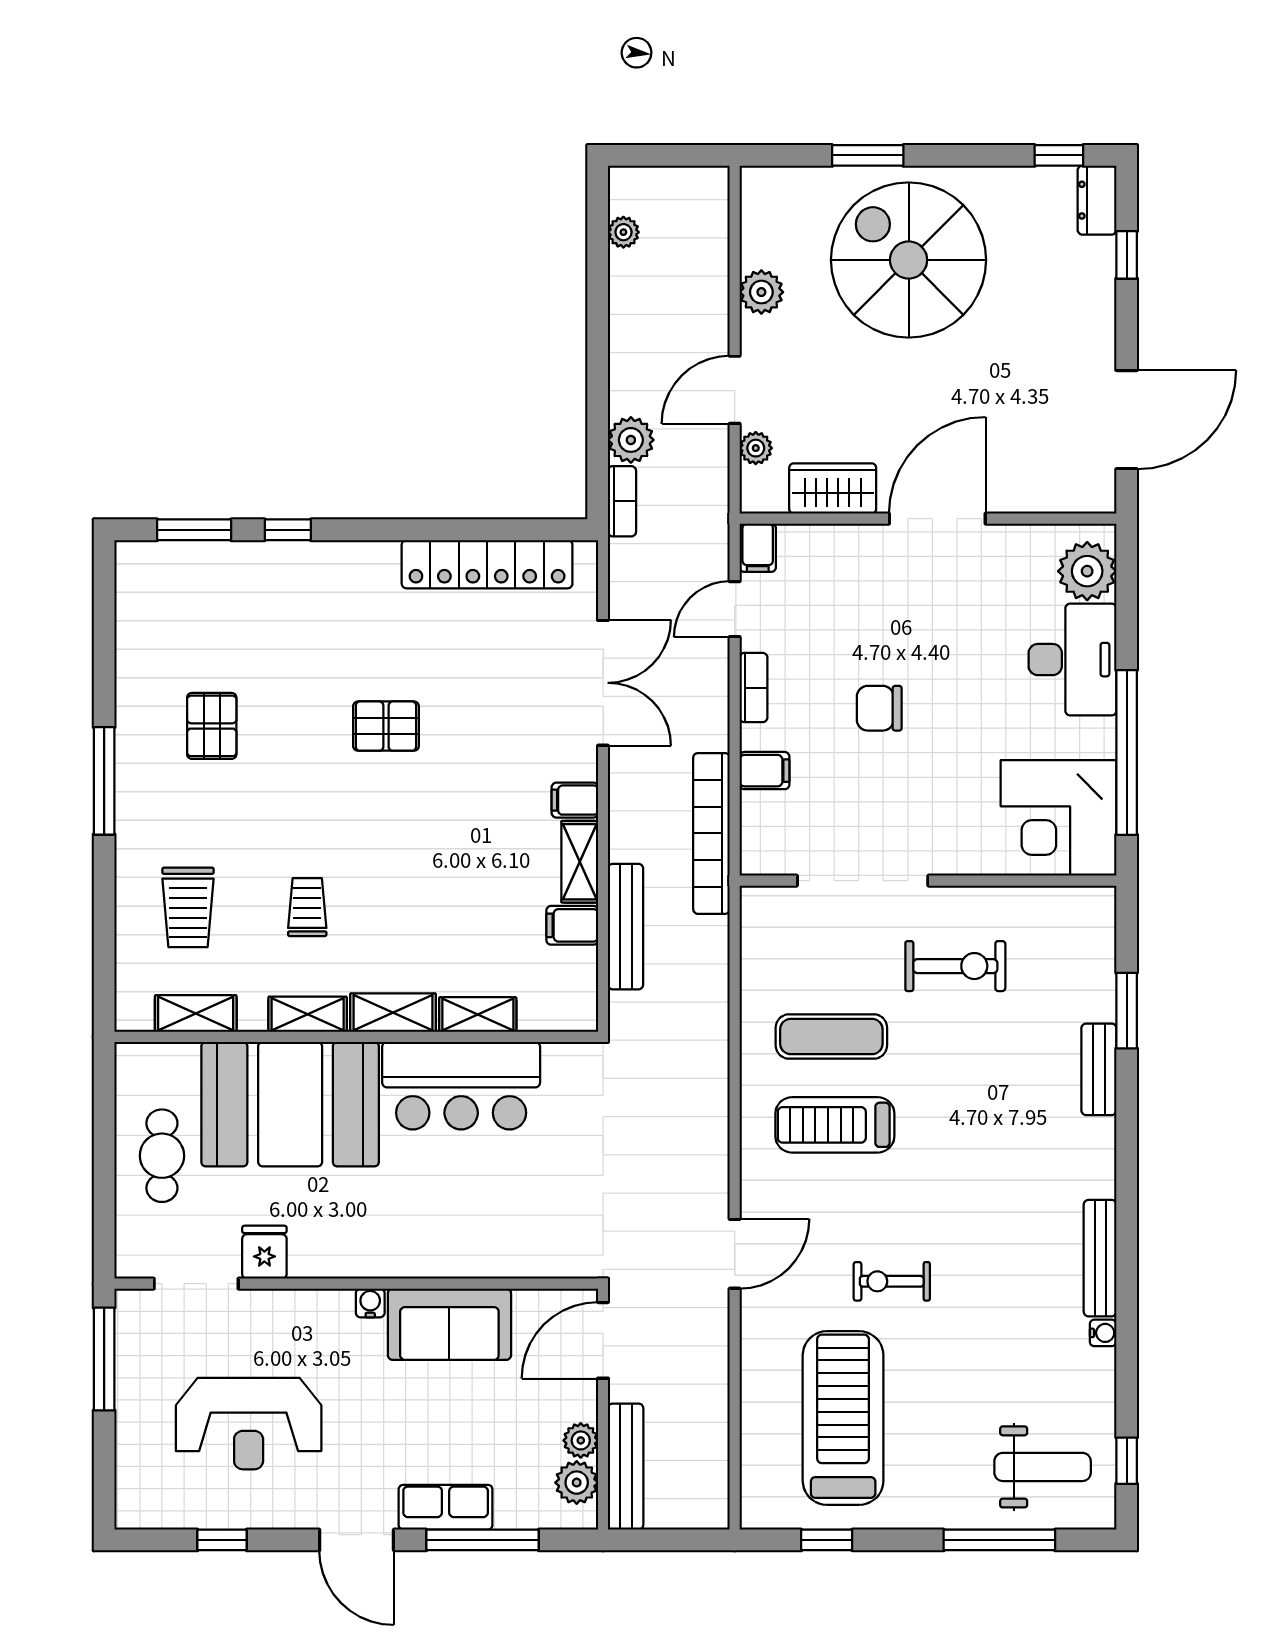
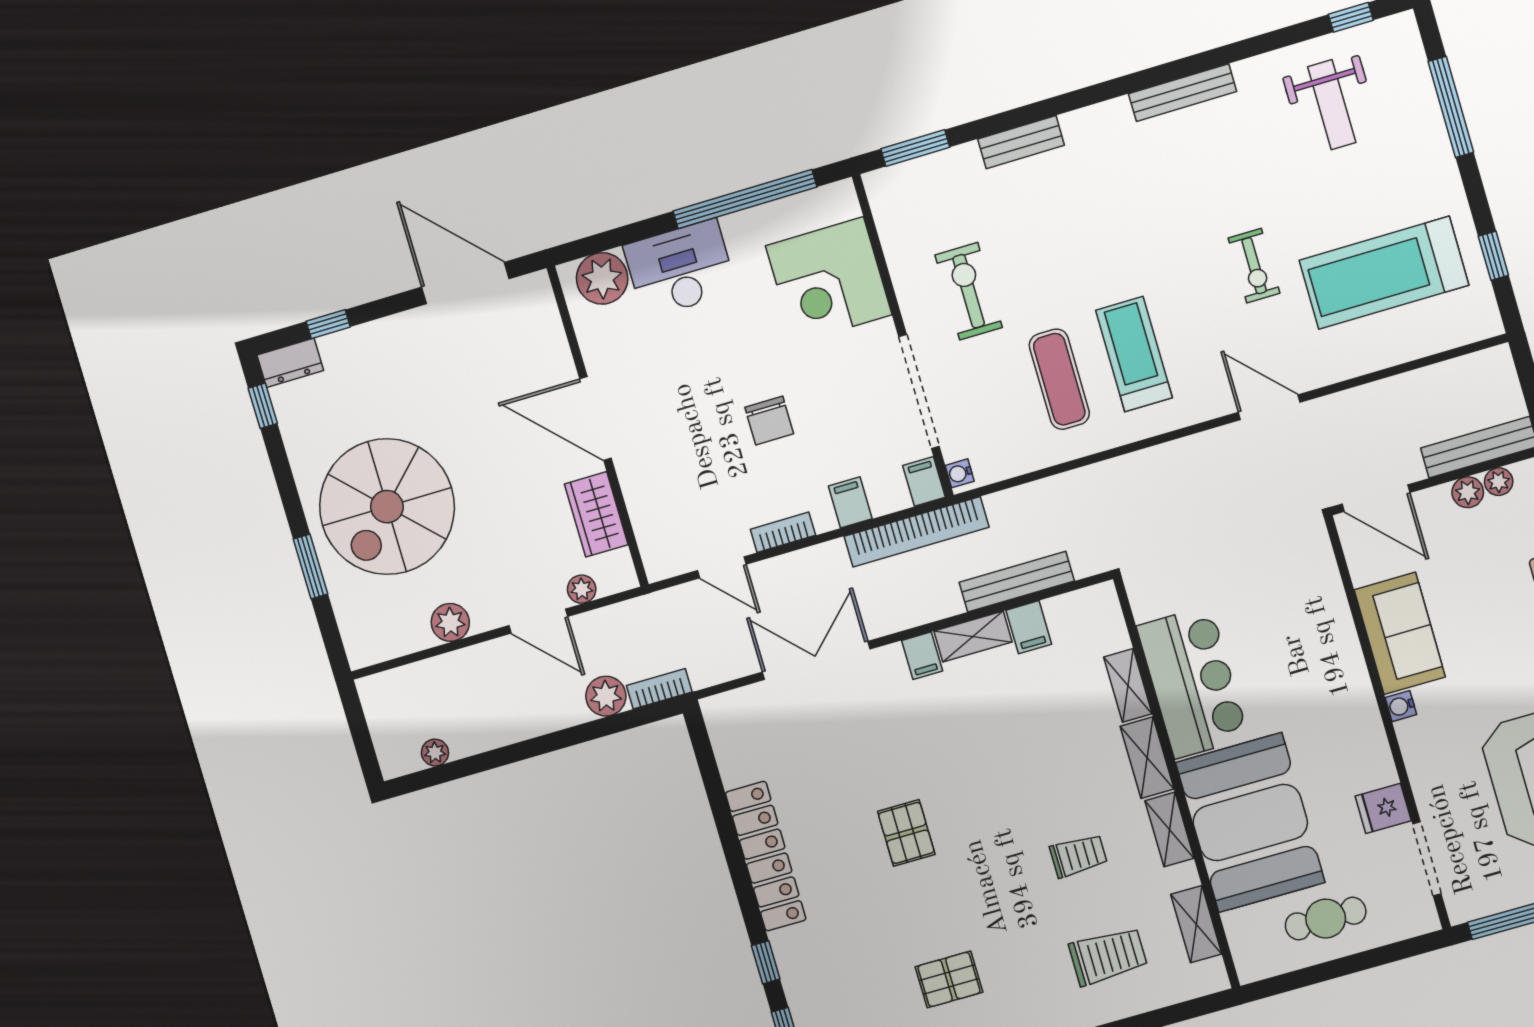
filing cabinet: (758, 548) -> (924, 481), moved, turned -90
locker: (487, 564) -> (766, 856), moved
corner desk: (1059, 818) -> (829, 280), moved, turned 90
trolley: (307, 907) -> (1078, 856), turned 180
window: (1127, 1011) -> (915, 148), moved
treadmill: (835, 1125) -> (1134, 354), turned 180
water cooler: (1103, 1333) -> (960, 473), moved, turned -90
weight bench: (1043, 1467) -> (1332, 105), moved, turned 180
plant: (577, 1483) -> (1499, 482), width x0.73, depth x0.73

